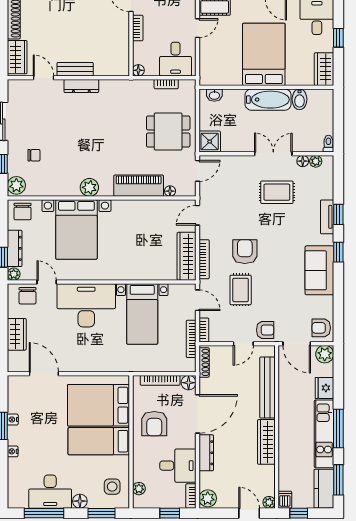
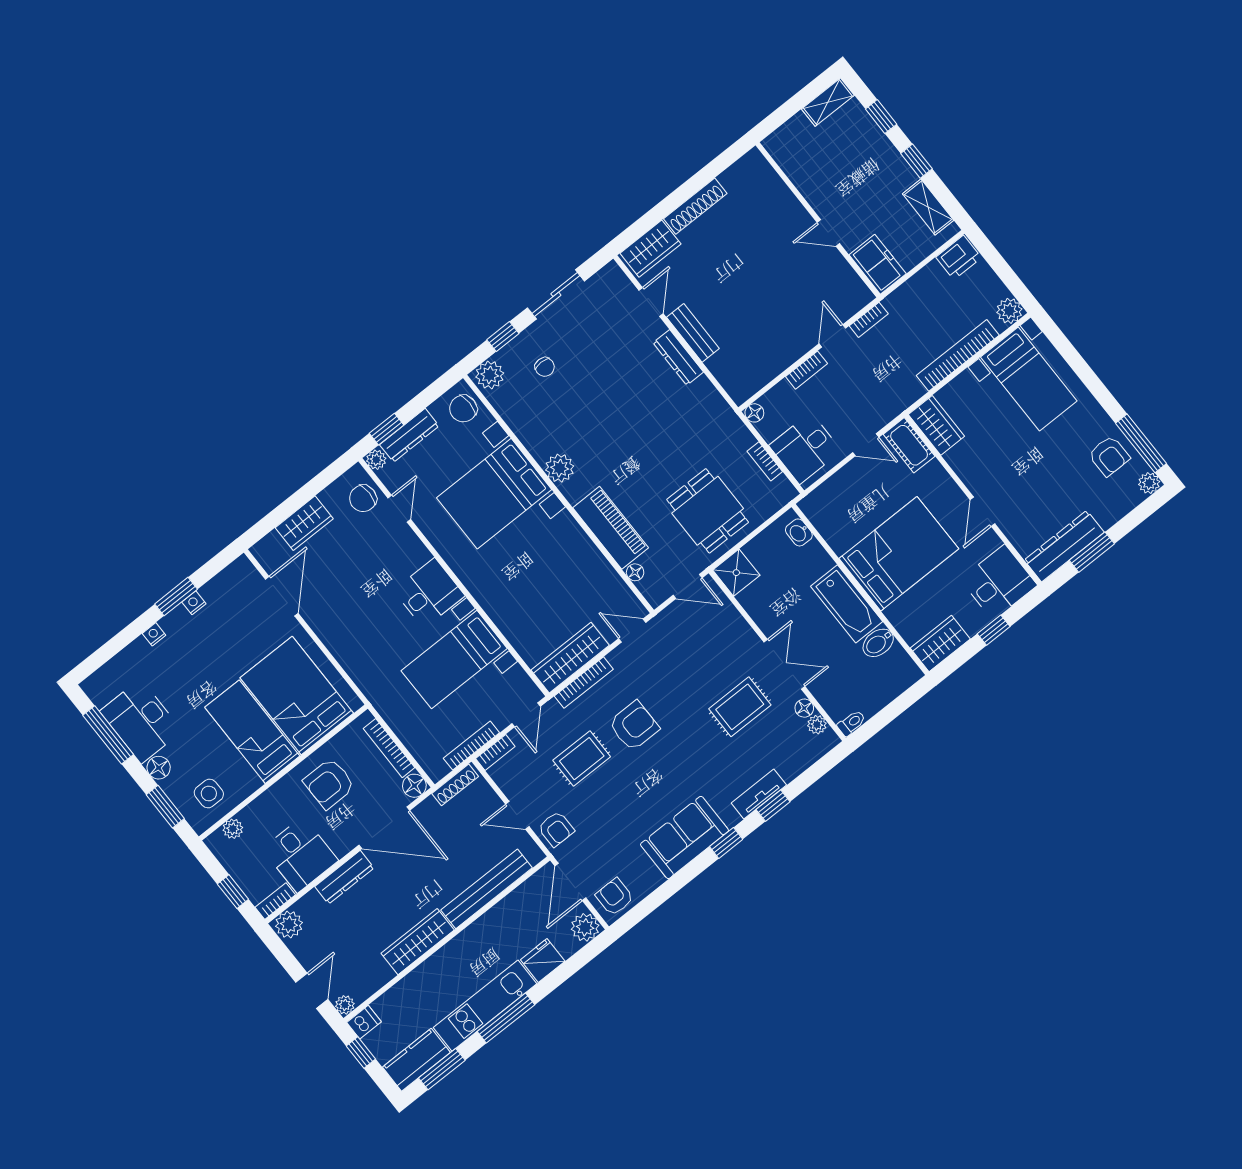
rug: (277, 192) -> (740, 707), turned 90
desk: (86, 305) -> (429, 593), width x0.53, depth x0.77

